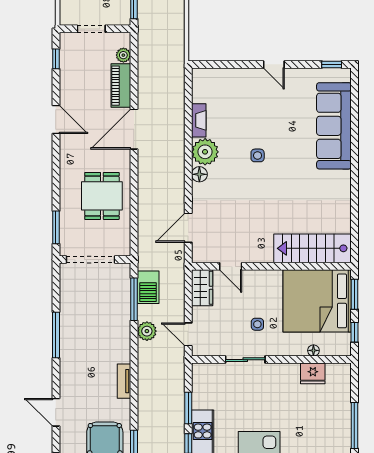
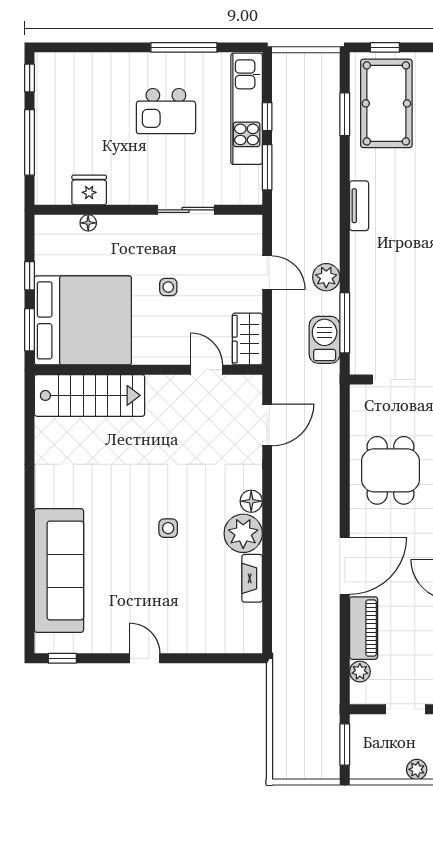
floor lamp: (313, 350) -> (88, 223), moved
sliding door: (245, 360) -> (186, 210), moved
wall: (271, 360) -> (148, 210), moved
fridge: (313, 373) -> (89, 190), moved

